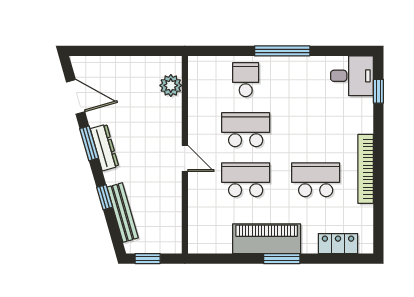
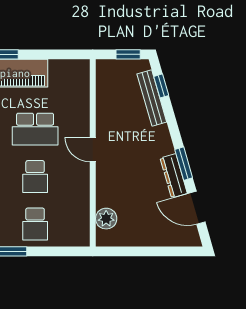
school desk: (246, 130) -> (35, 177), width x0.54
dresser: (104, 147) -> (174, 176), moved
window: (105, 197) -> (161, 86), moved

